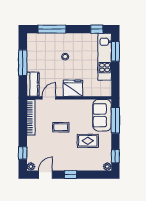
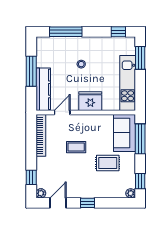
kitchen unit: (105, 57) -> (128, 83), moved
kitchen counter: (33, 84) -> (43, 89), width x1.50

